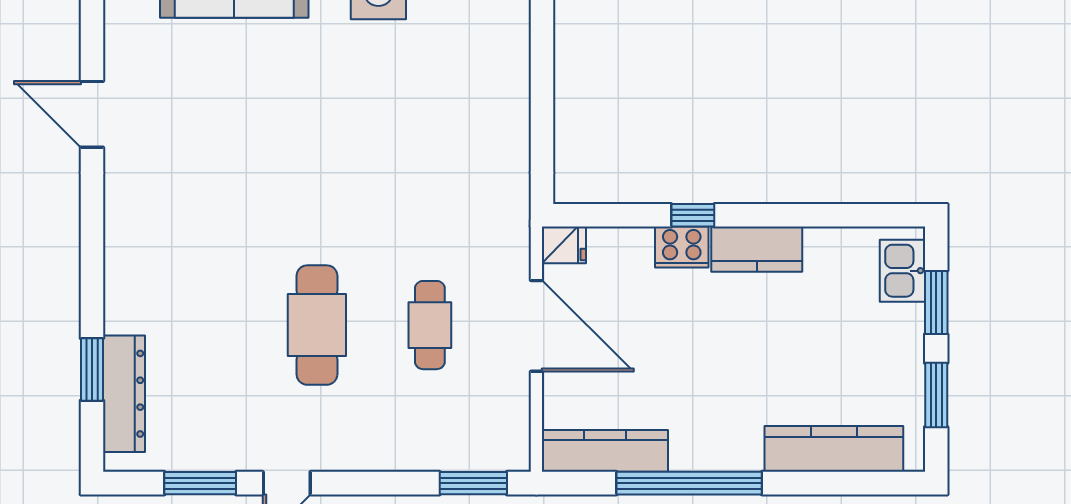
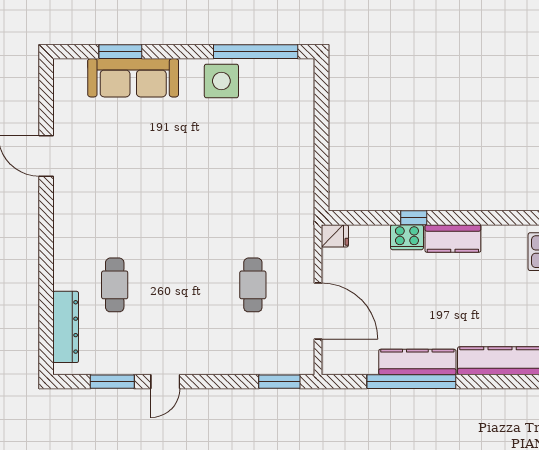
cafe table: (317, 325) -> (115, 285), moved, width x0.73, depth x0.74
door: (536, 326) -> (318, 311), moved
window: (92, 369) -> (46, 312), removed
kitchen counter: (605, 451) -> (417, 362), moved

